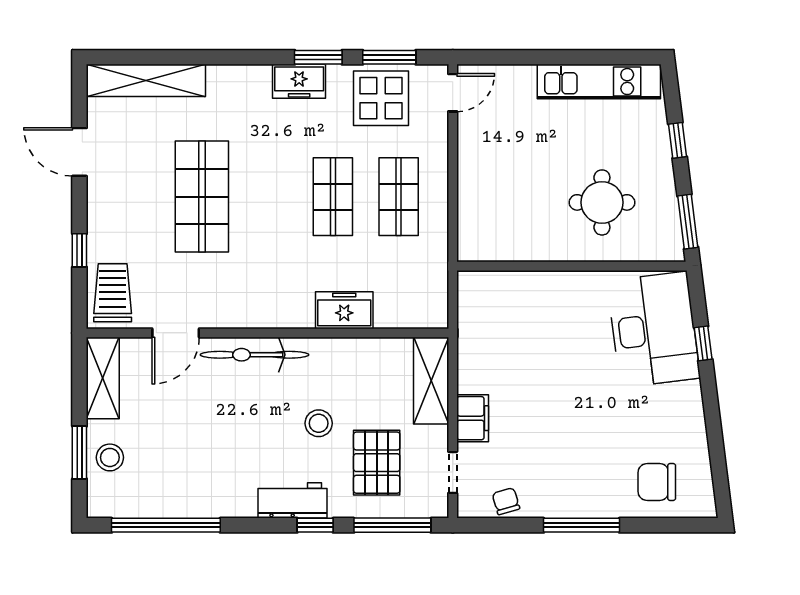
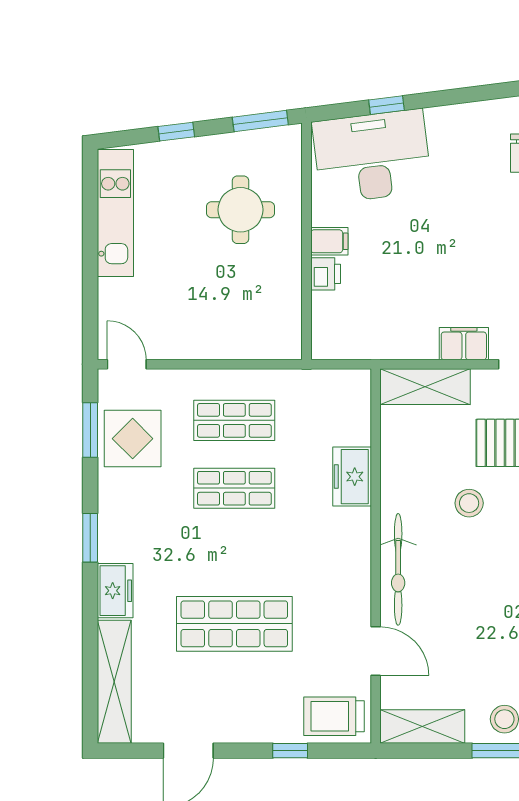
window: (318, 57) -> (90, 538), moved
freezer: (299, 81) -> (115, 591), moved
printer: (540, 285) -> (326, 274), added
filing cabinet: (572, 288) -> (329, 241), added

